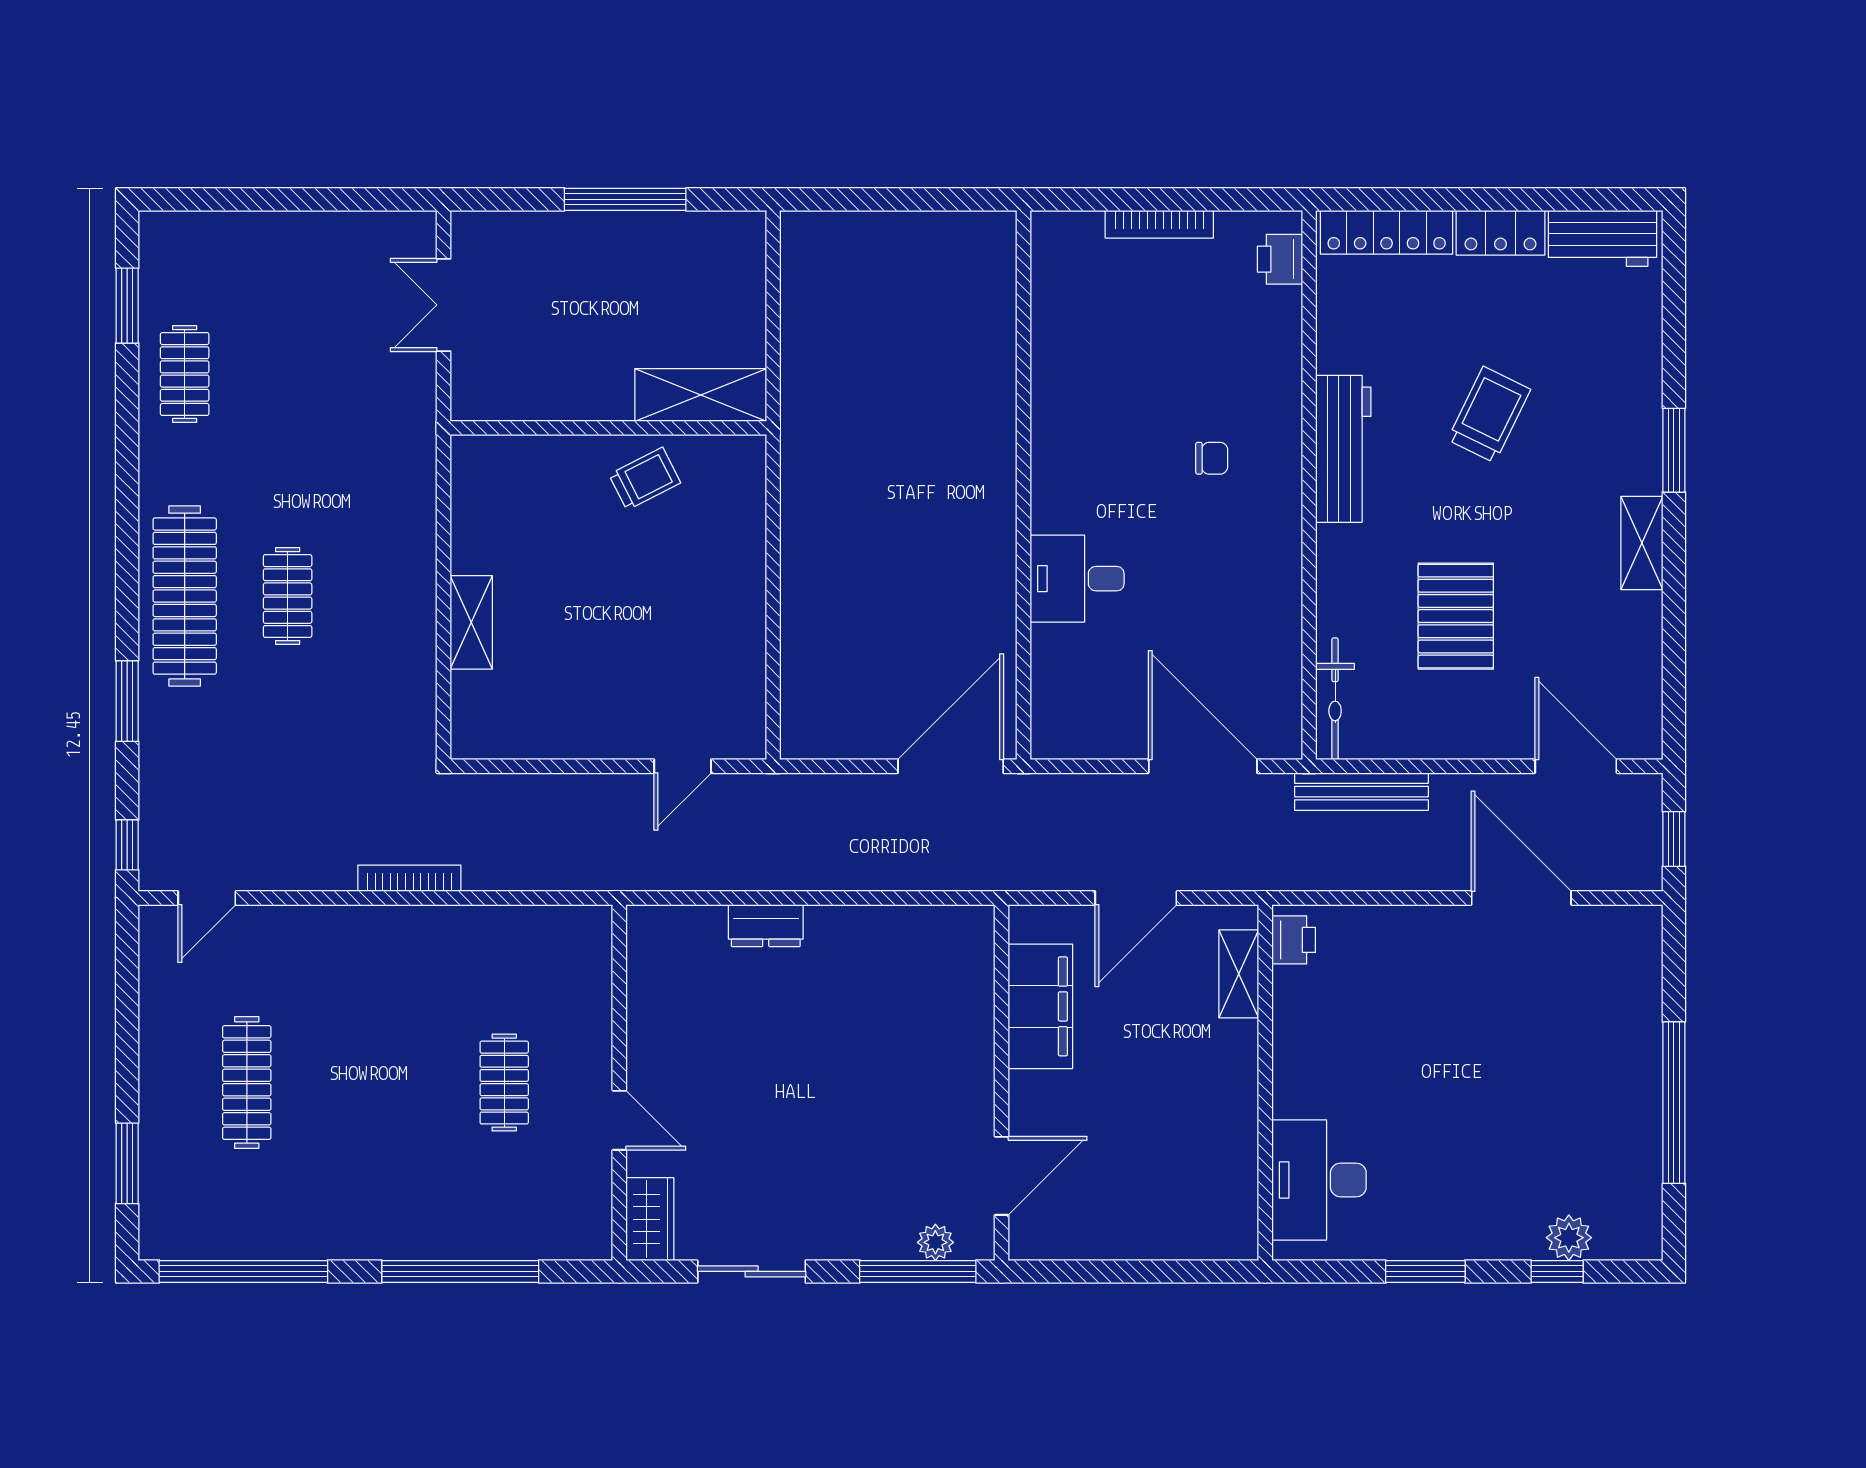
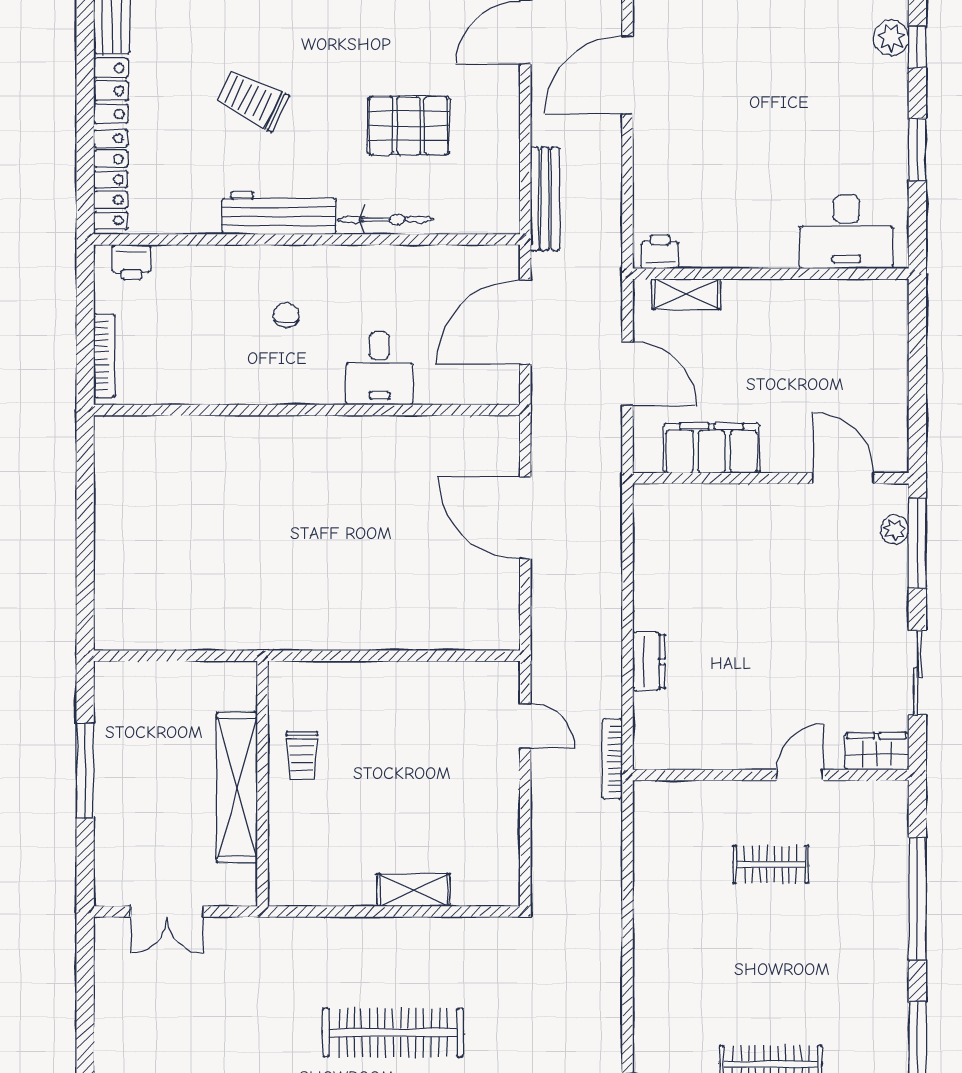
shelving: (701, 395) -> (237, 788), moved, width x1.47
trolley: (645, 479) -> (302, 755), turned -153
wall: (1024, 485) -> (307, 410), moved
desk: (1077, 579) -> (380, 369), moved
clothes rail: (288, 596) -> (393, 1033), width x1.86, depth x1.31
bicycle: (1335, 699) -> (386, 219), moved
bookcase: (409, 878) -> (612, 759), moved

